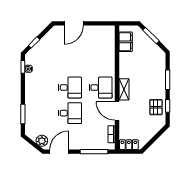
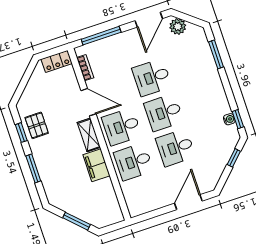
filing cabinet: (126, 42) -> (96, 165), moved
desk: (70, 62) -> (176, 148), added
desk: (101, 62) -> (134, 162), added

